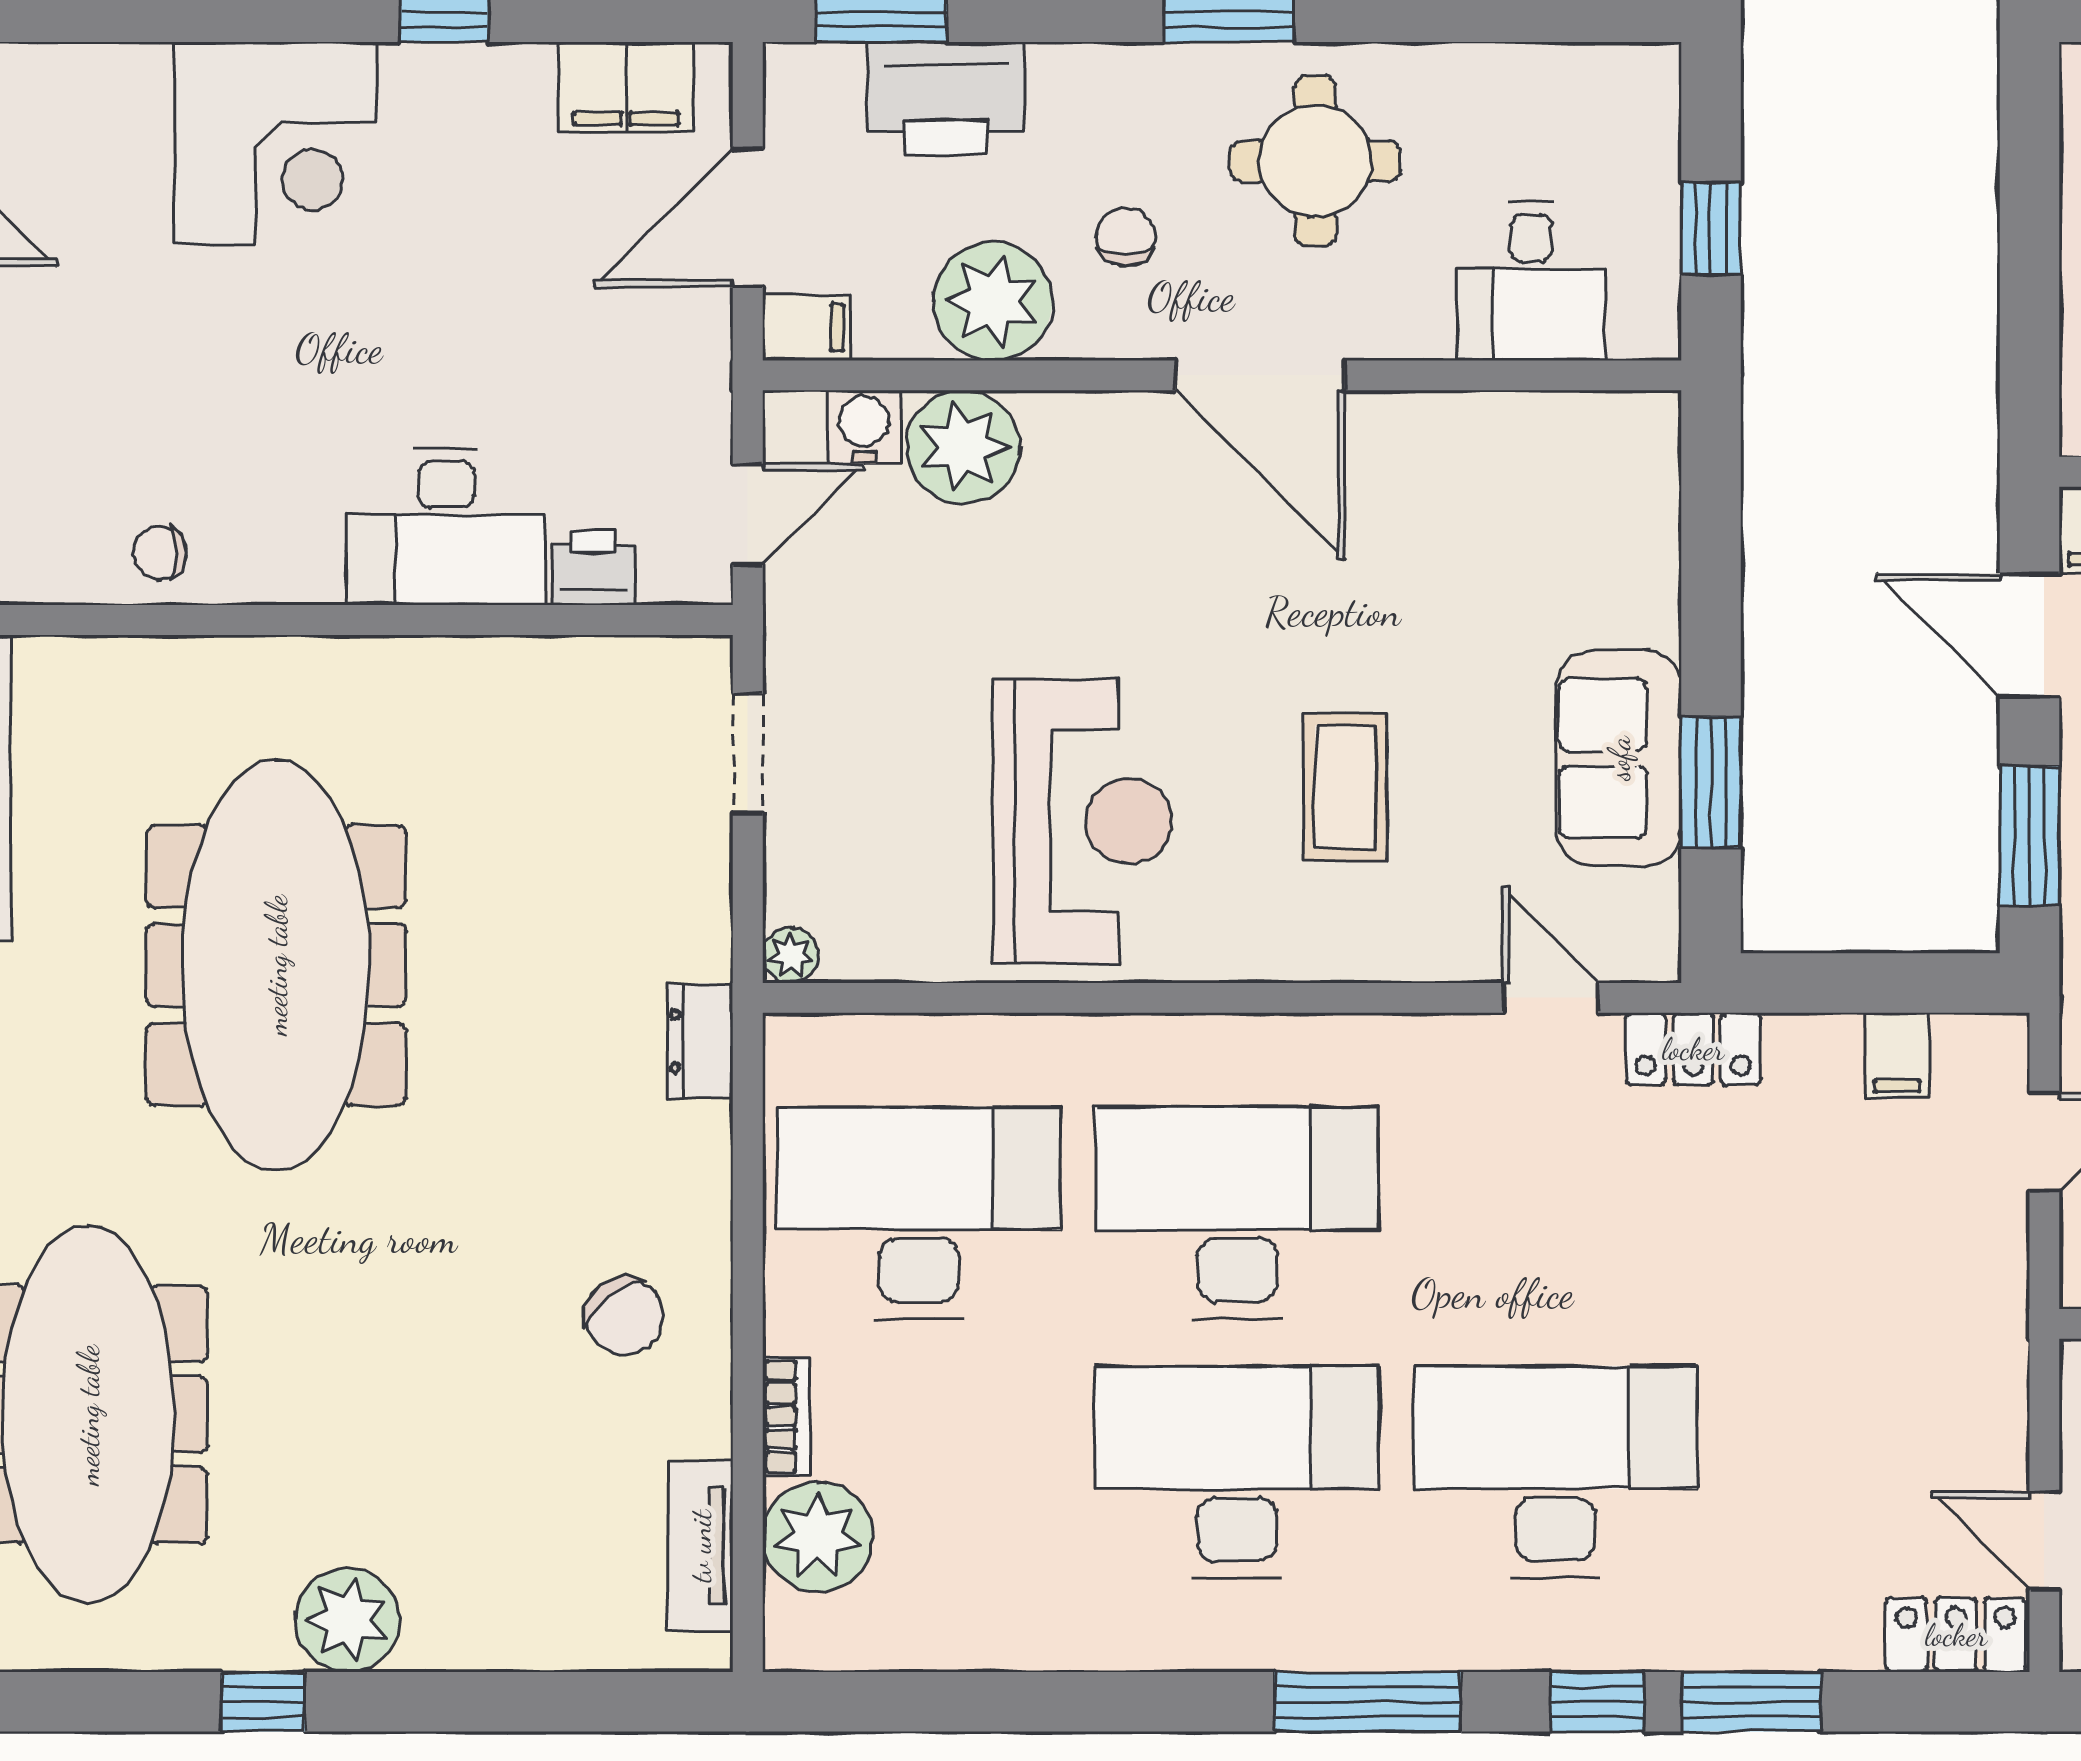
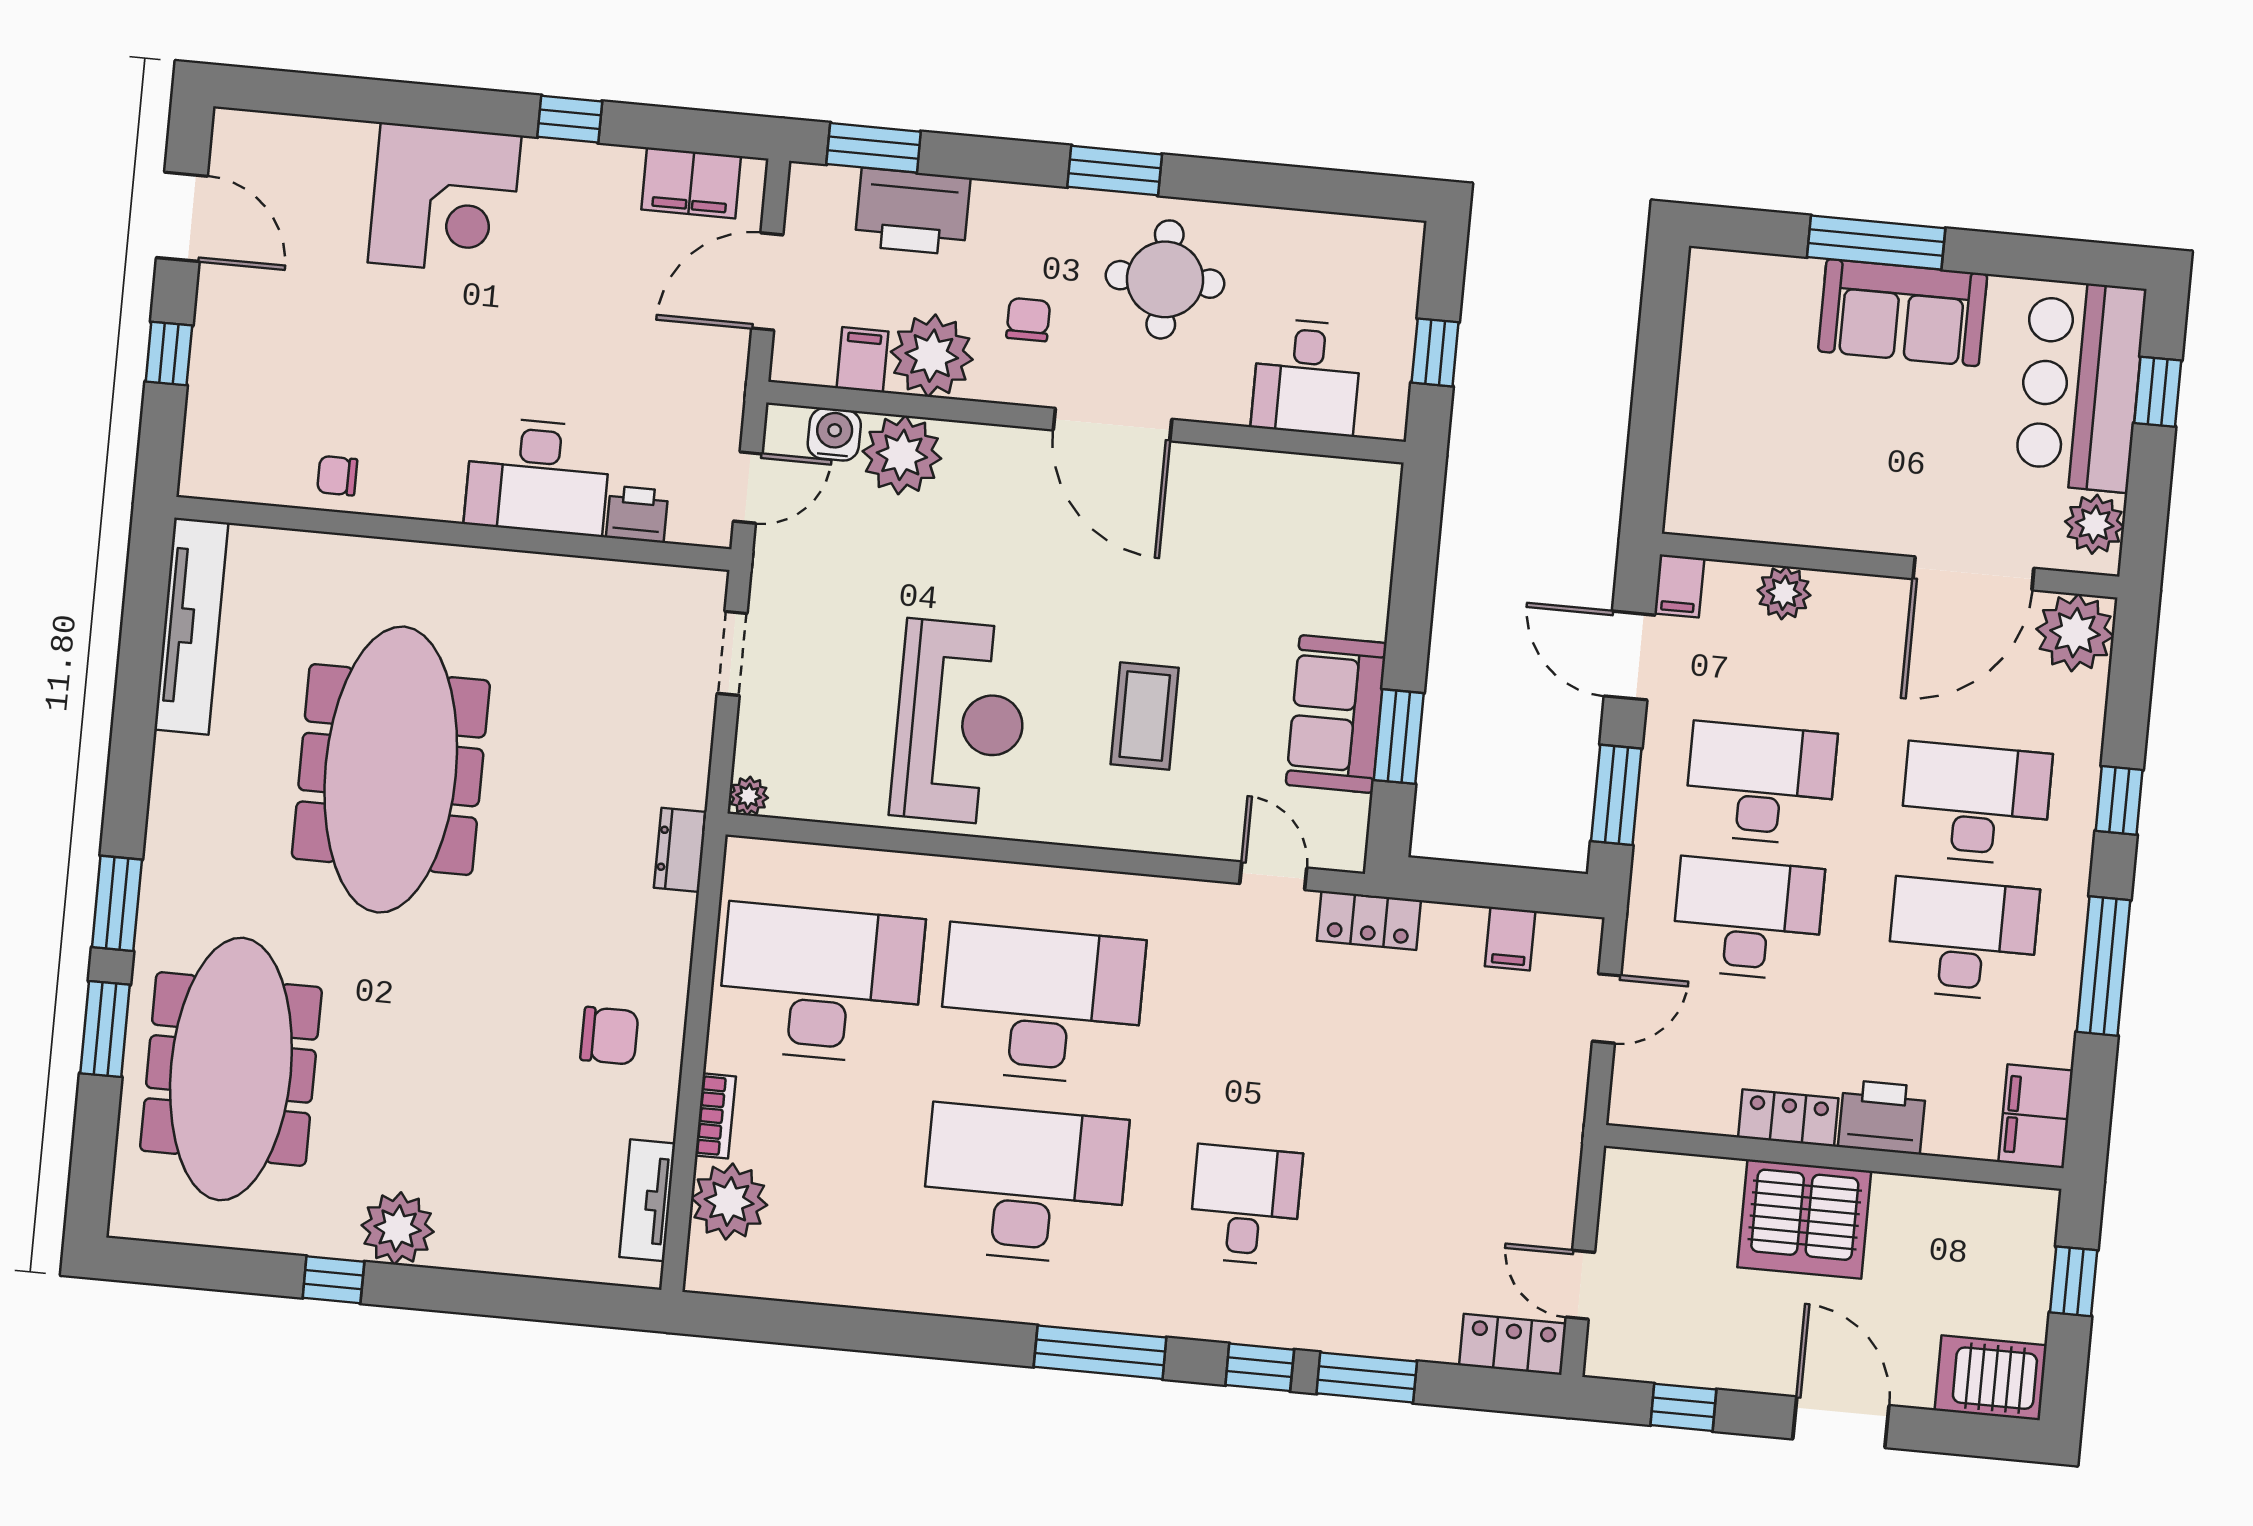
filing cabinet: (807, 328) -> (863, 360), moved, turned -90
chair: (624, 1316) -> (609, 1036), turned -52
desk: (1555, 1472) -> (1245, 1205), width x0.53, depth x0.77

